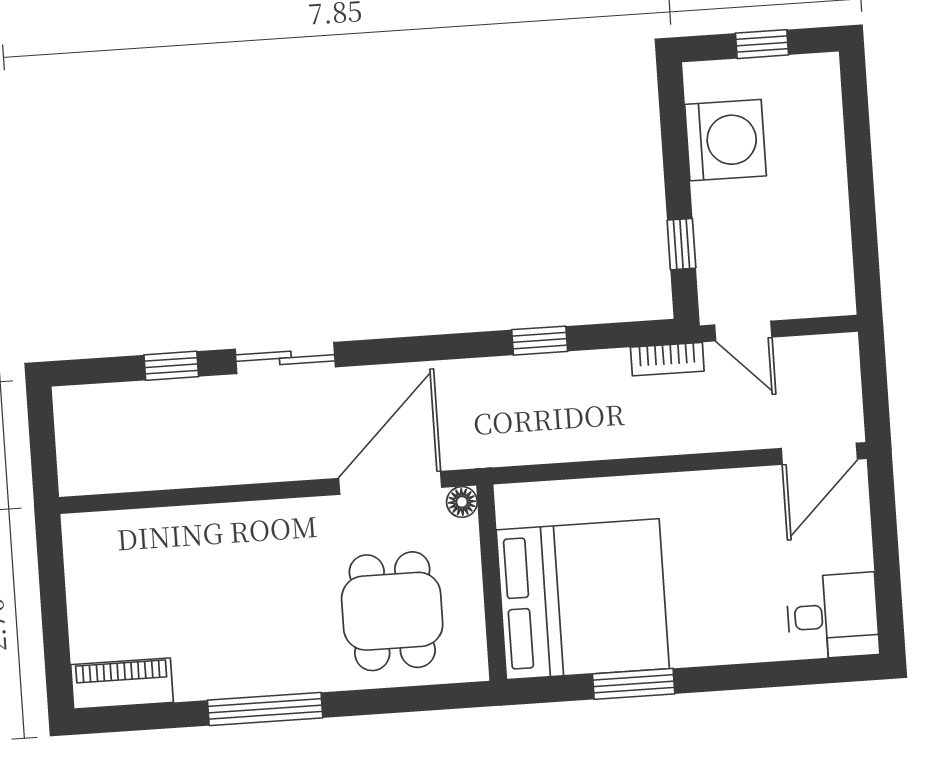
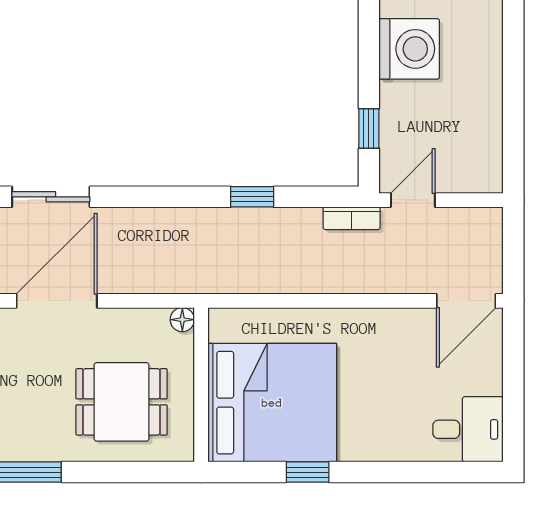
door: (743, 331) -> (413, 200), swing flipped
door: (390, 483) -> (57, 301), moved
dining table: (392, 611) -> (122, 402), turned 90
window: (634, 684) -> (308, 472), width x0.67

